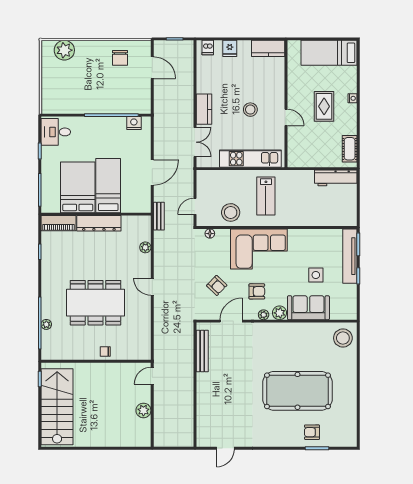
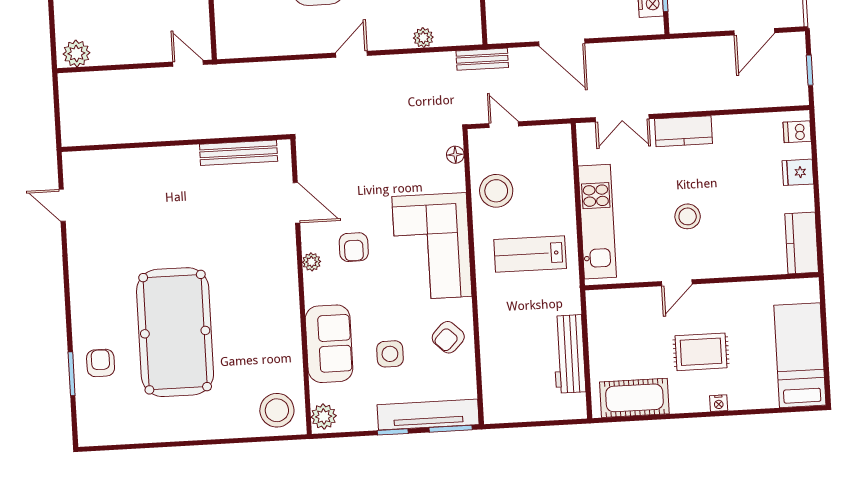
cot: (350, 149) -> (634, 398), width x1.37, depth x1.34
workbench: (336, 178) -> (569, 354), moved
armchair: (217, 285) -> (448, 337), moved
plant: (279, 313) -> (324, 416), moved
plant: (143, 410) -> (76, 53), moved

